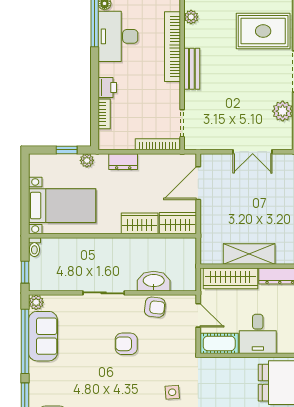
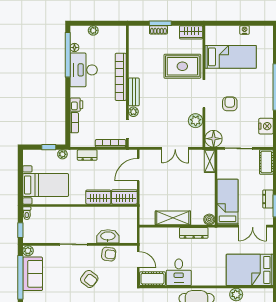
plant: (191, 17) -> (133, 112), moved
wardrobe: (230, 278) -> (160, 234), removed
armchair: (126, 344) -> (89, 279), turned -142

